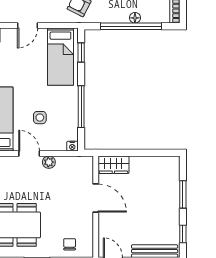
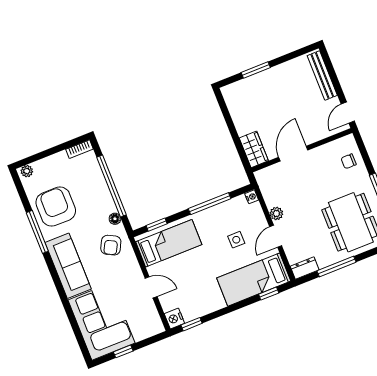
floor lamp: (135, 18) -> (115, 219), moved
window: (183, 234) -> (294, 55), removed

